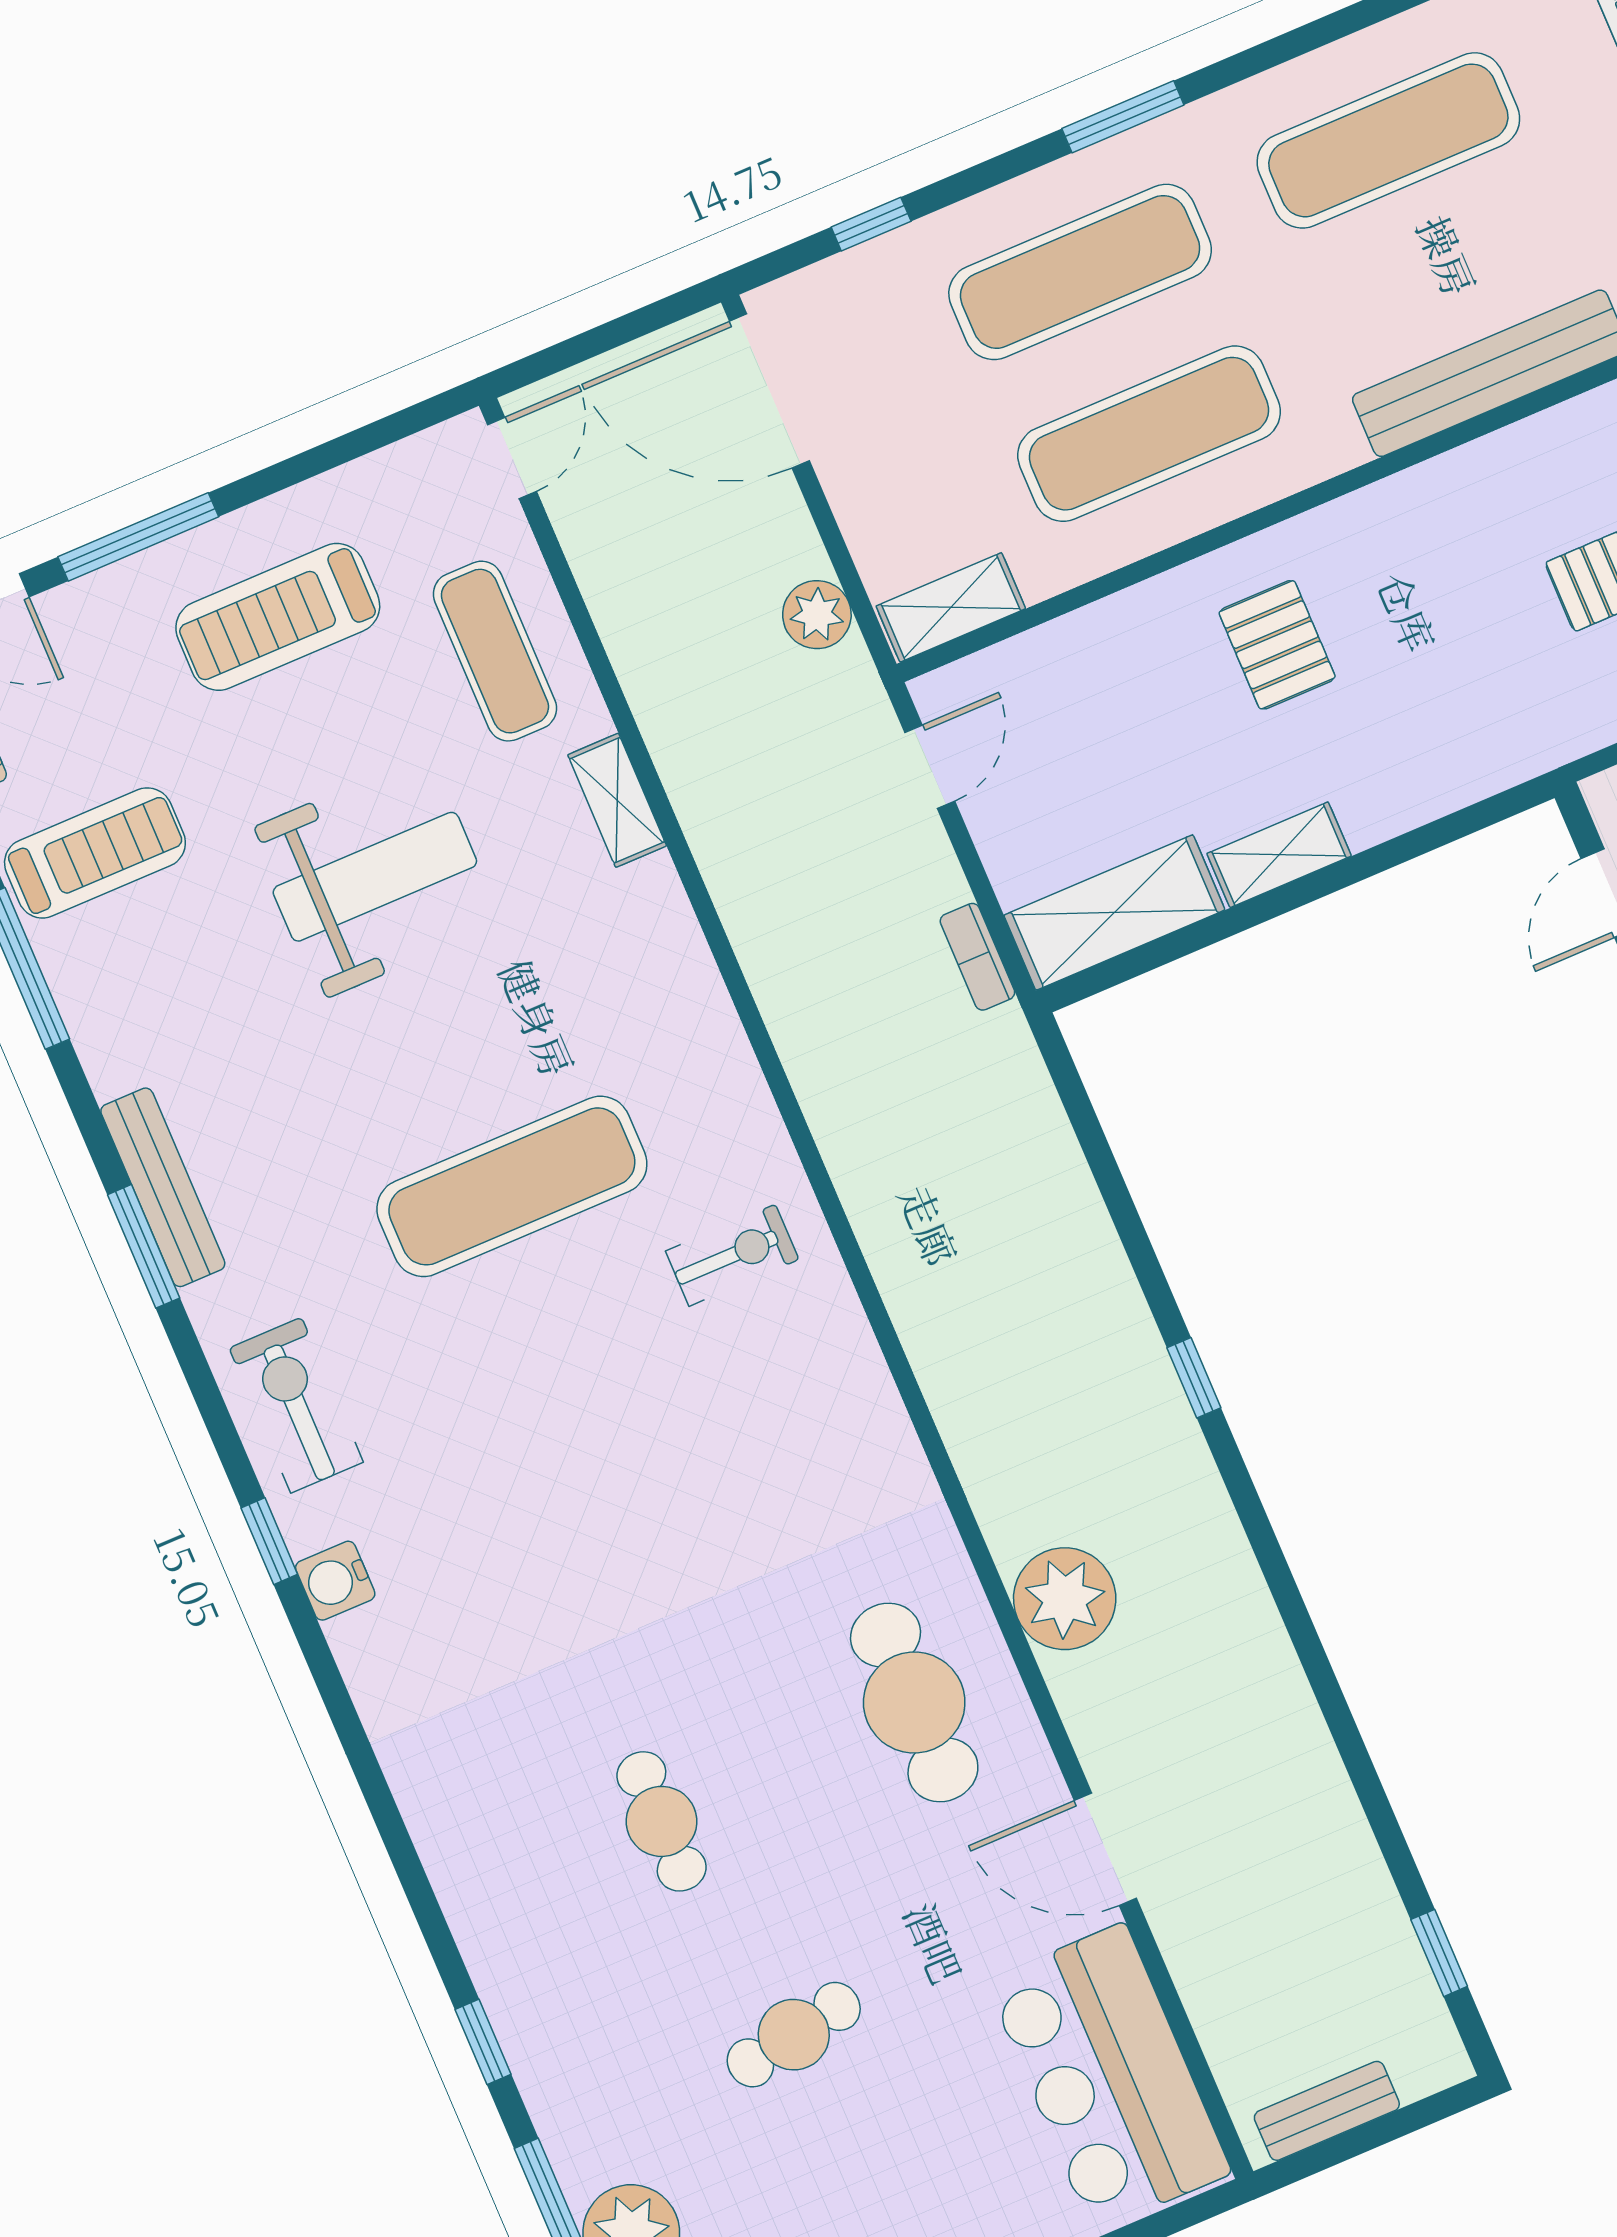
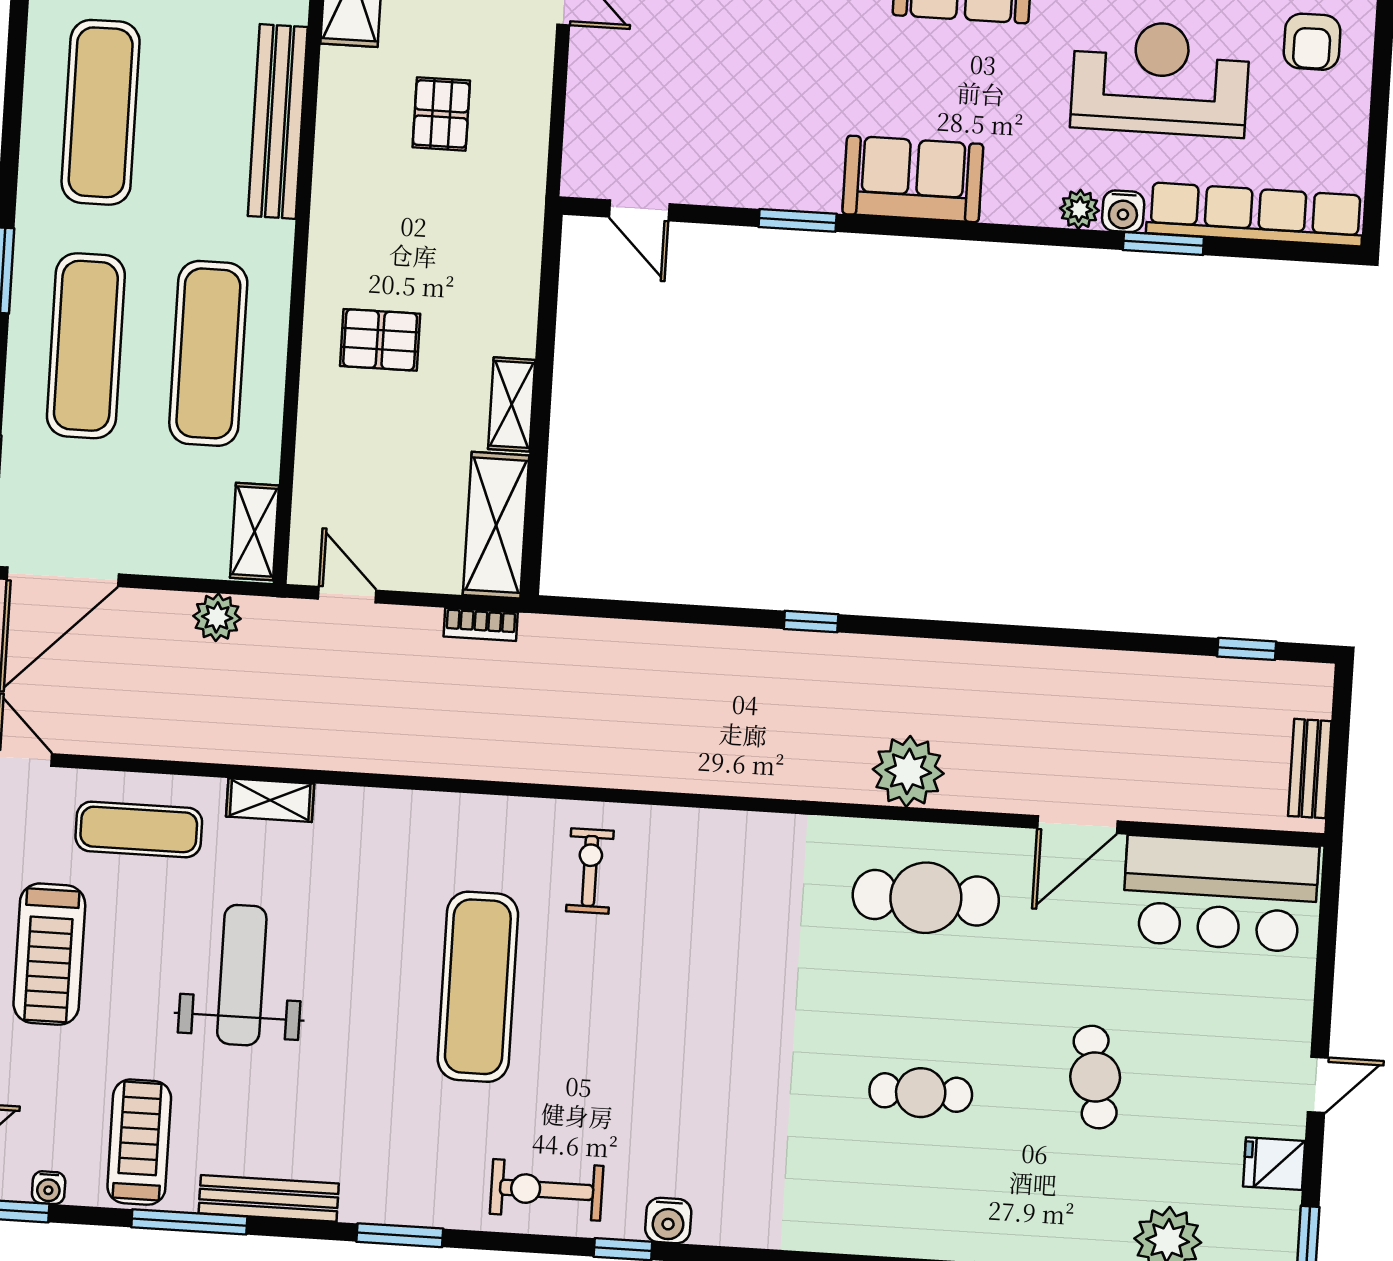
bench: (163, 1187) -> (269, 1198), moved

